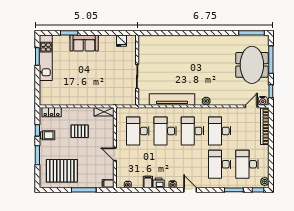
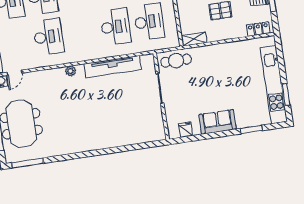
sofa: (84, 43) -> (217, 122), moved
kitchen unit: (46, 58) -> (274, 85), width x1.36
cafe table: (121, 97) -> (176, 61), added
desk: (192, 131) -> (82, 32), removed

